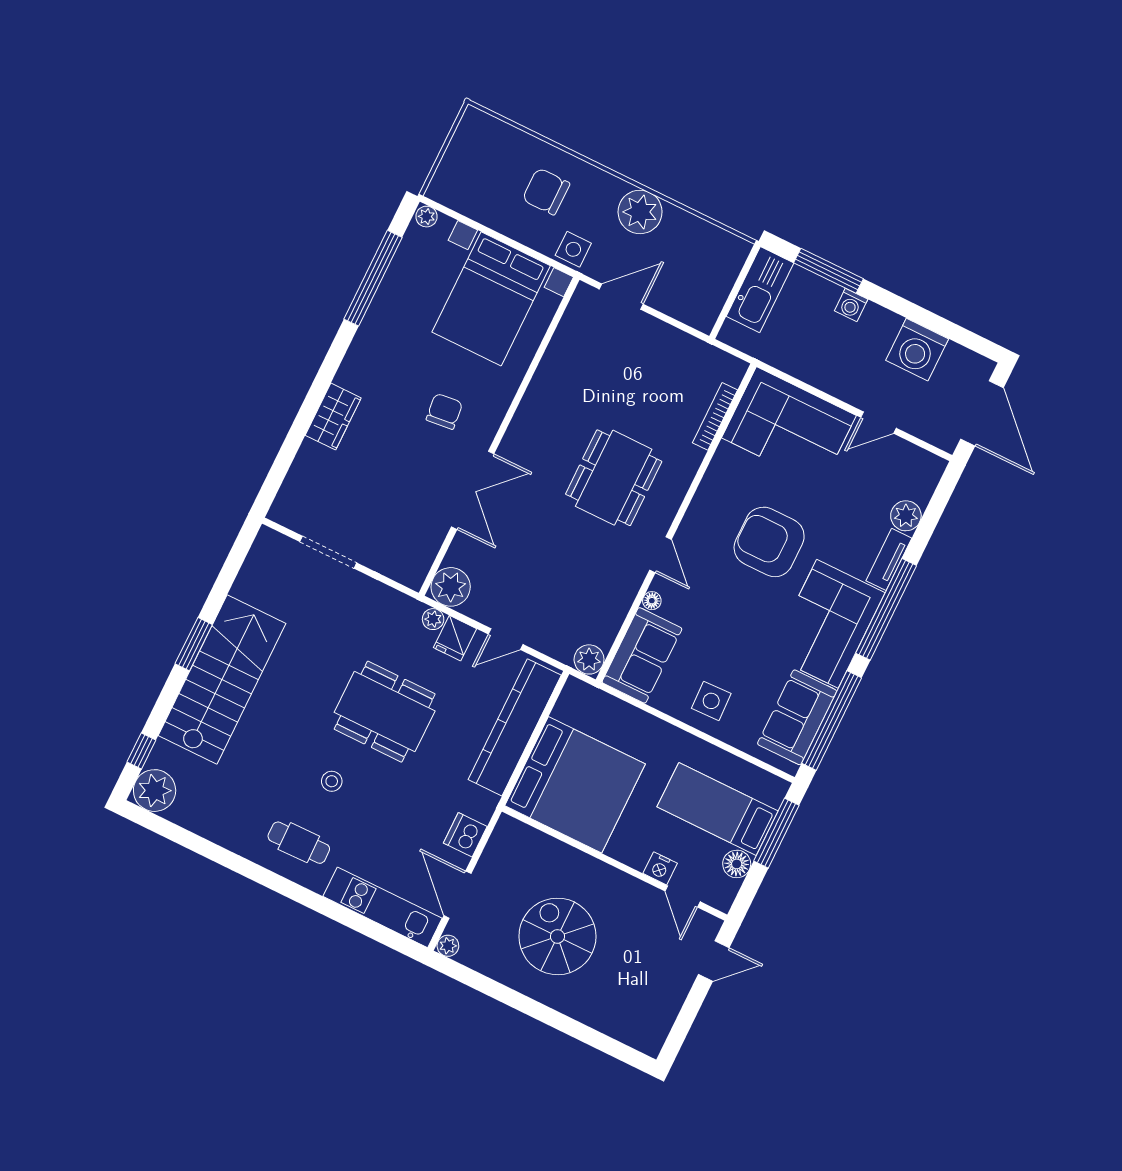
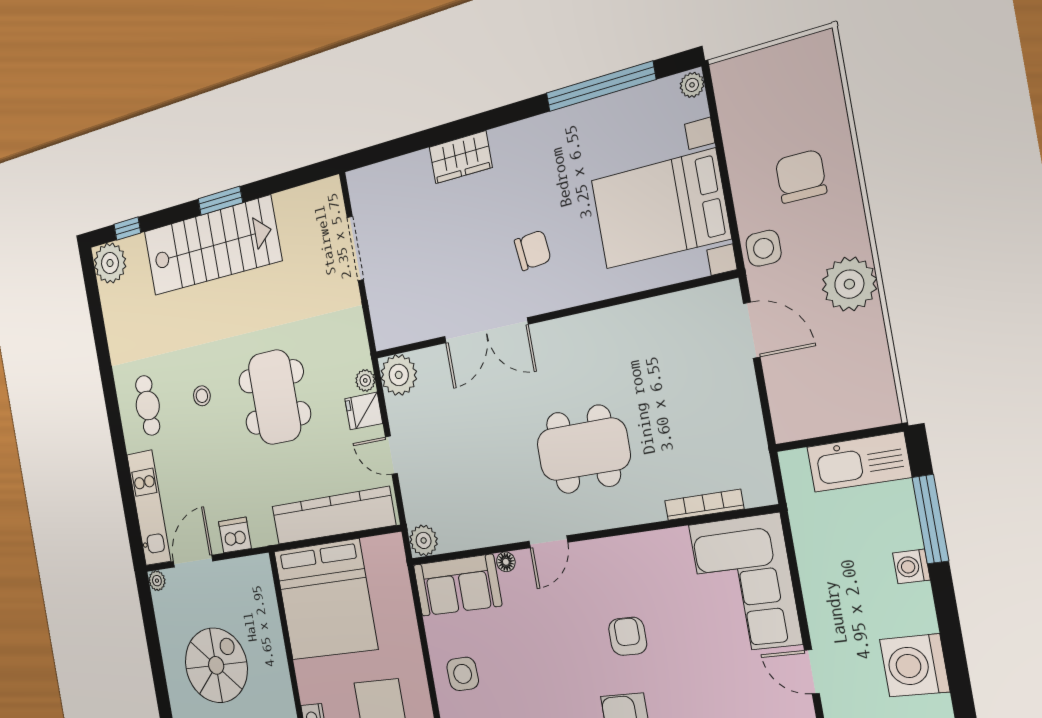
armchair: (769, 542) -> (628, 636), width x0.53, depth x0.53

